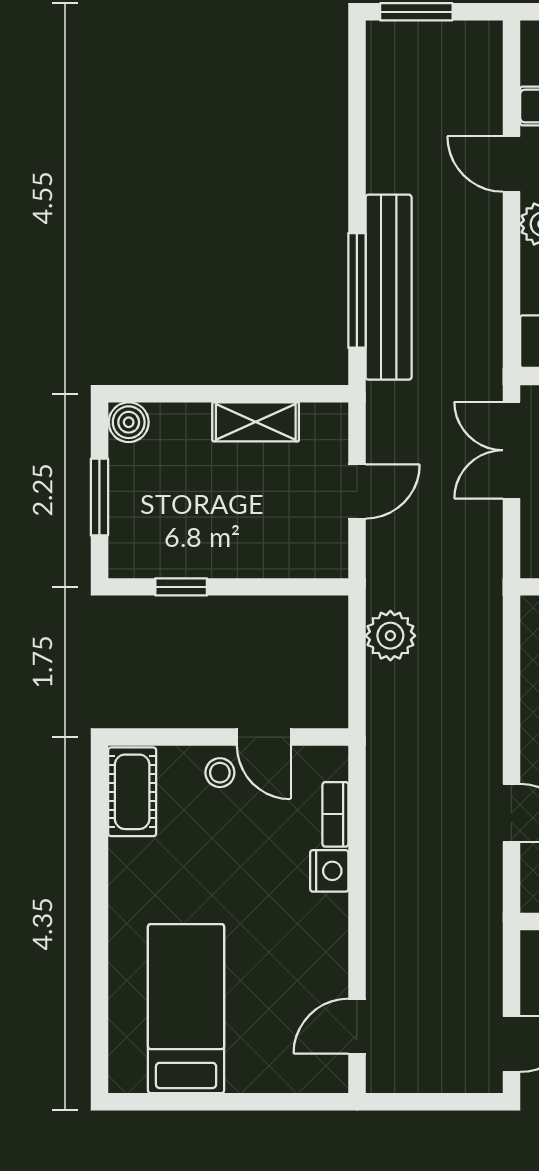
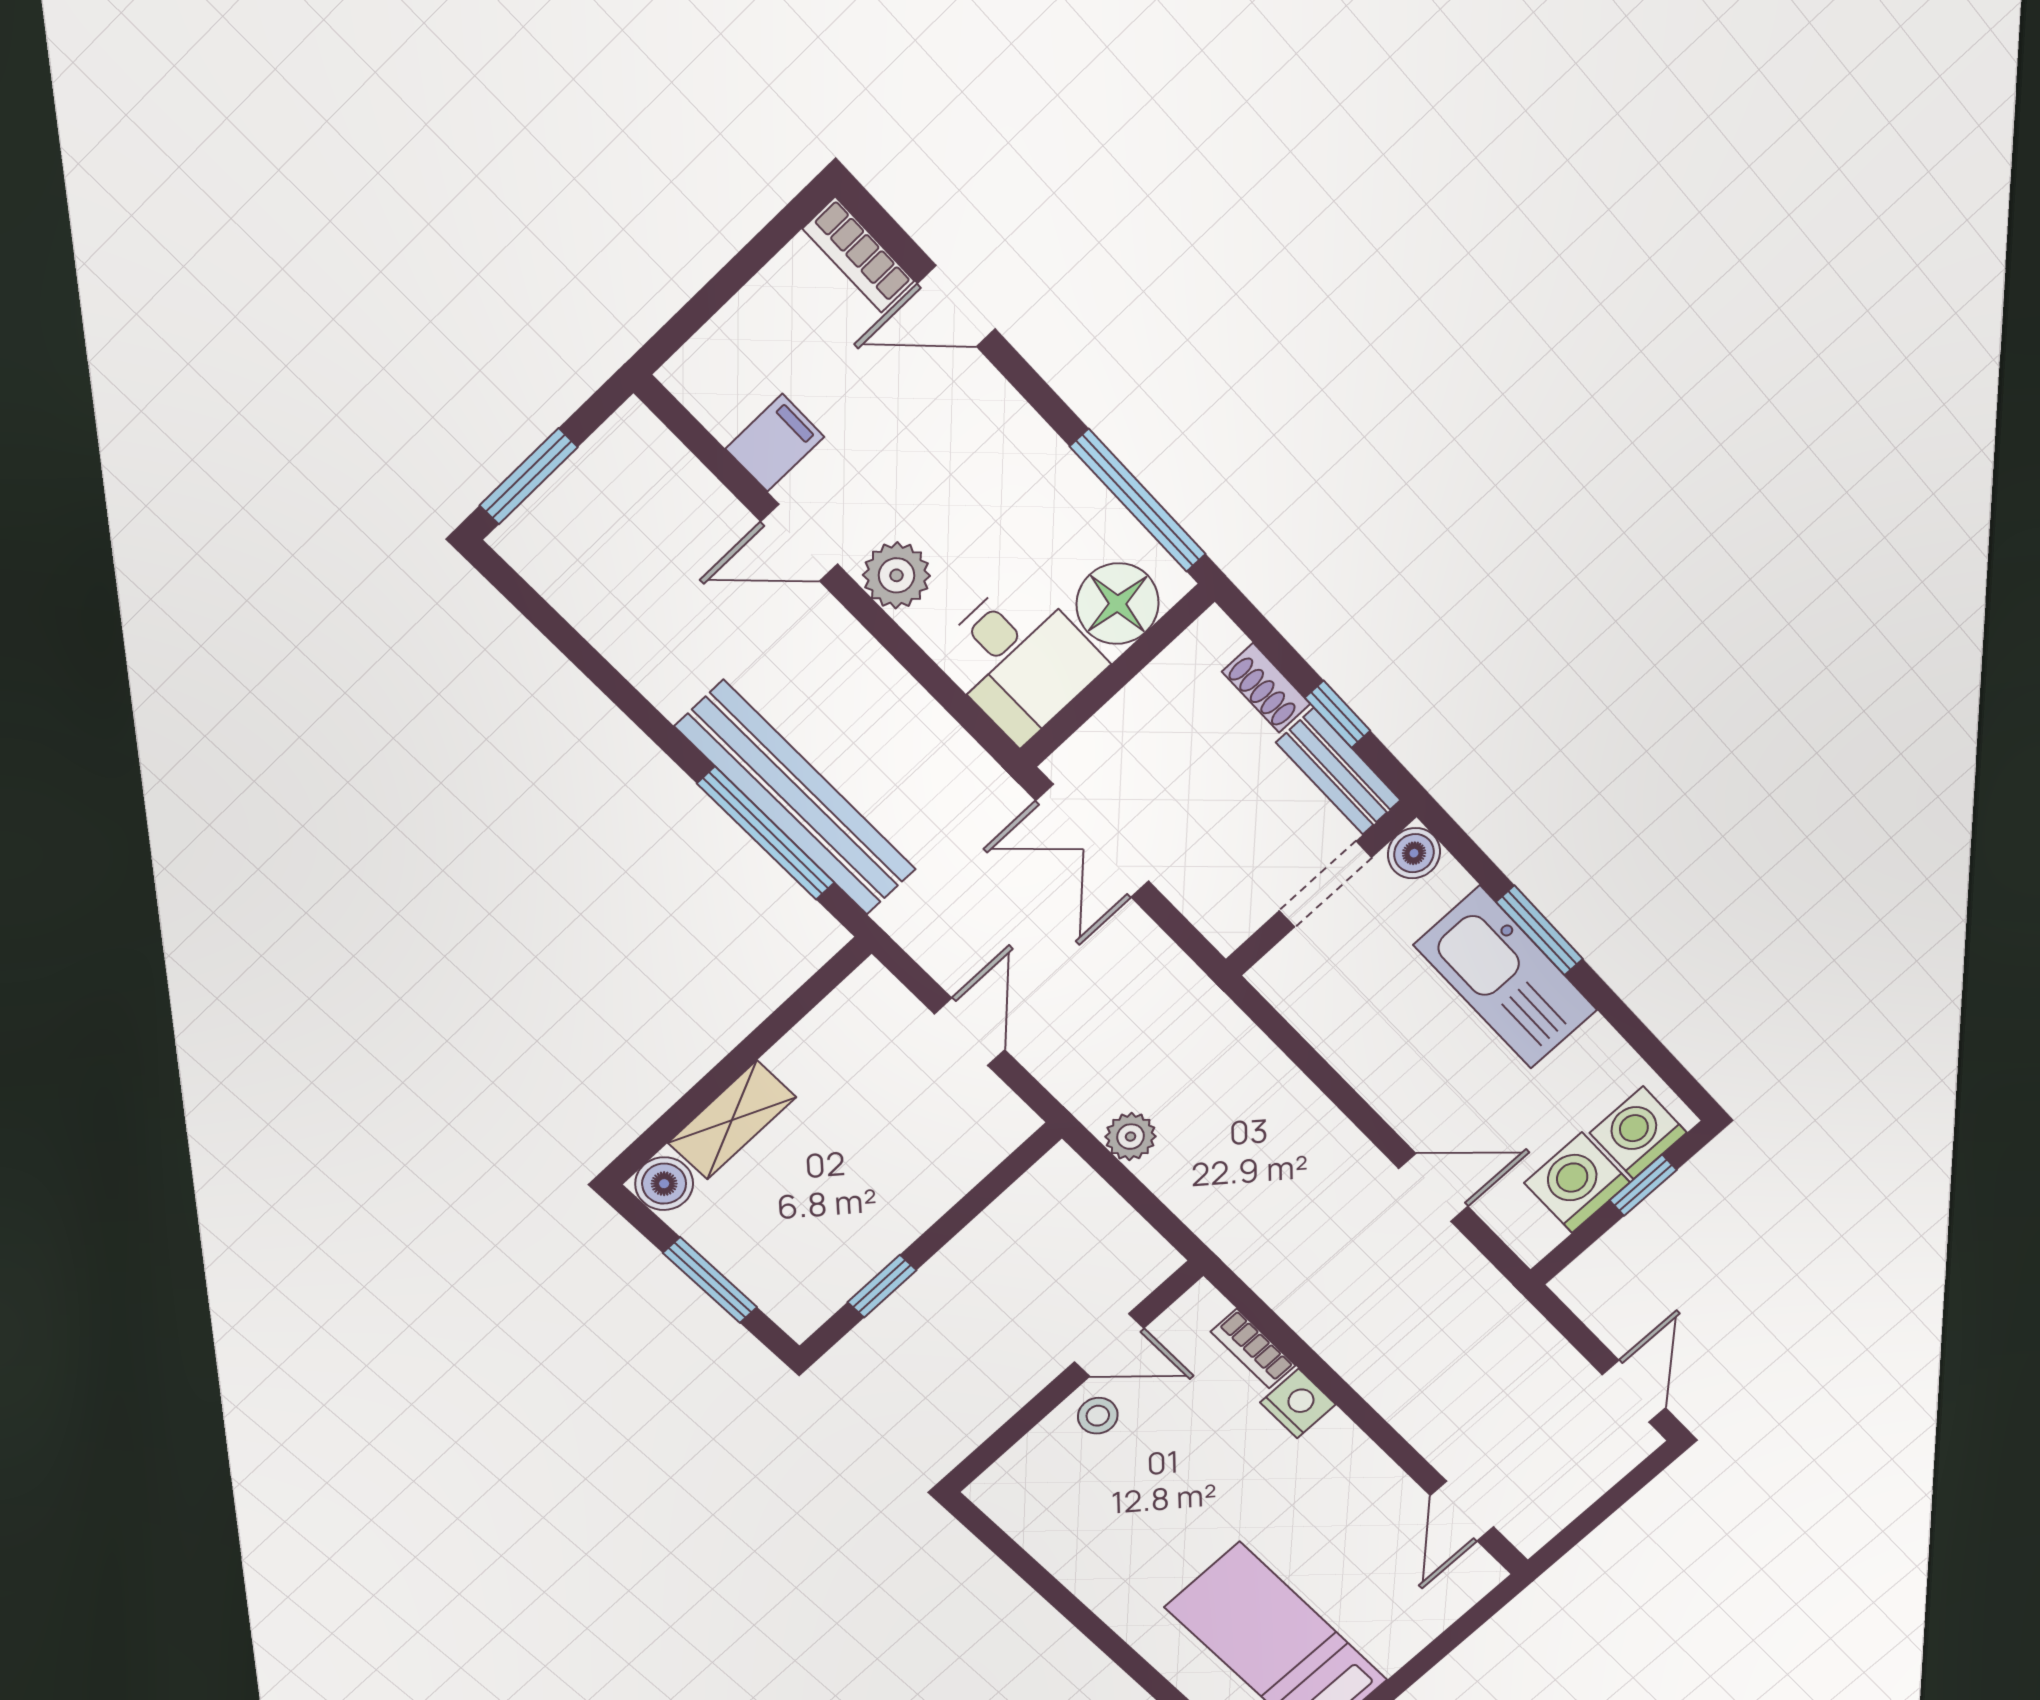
shelving: (256, 422) -> (732, 1120), moved
plant: (390, 636) -> (1131, 1137), width x0.73, depth x0.73
cot: (132, 792) -> (1028, 1510), removed

